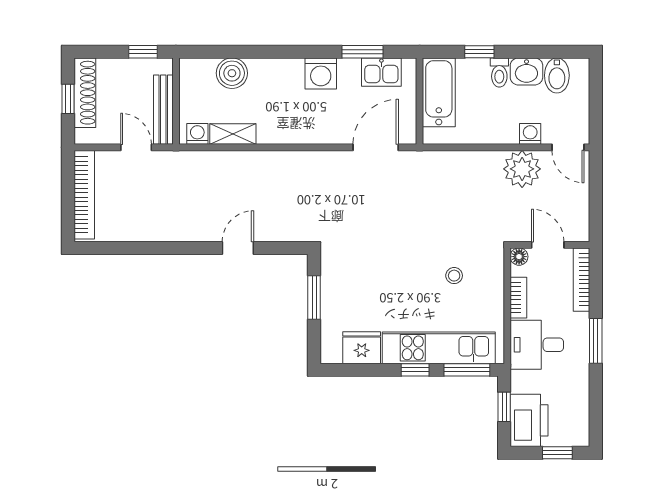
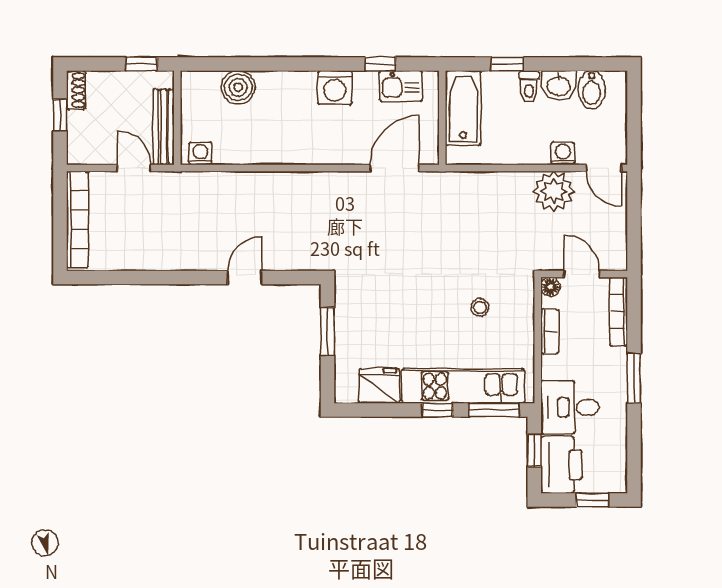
window: (363, 52) -> (380, 64), width x0.67
shoe rack: (85, 93) -> (76, 90), width x0.51, depth x0.81
shelving: (233, 134) -> (239, 154), removed
desk: (537, 345) -> (570, 407), moved

